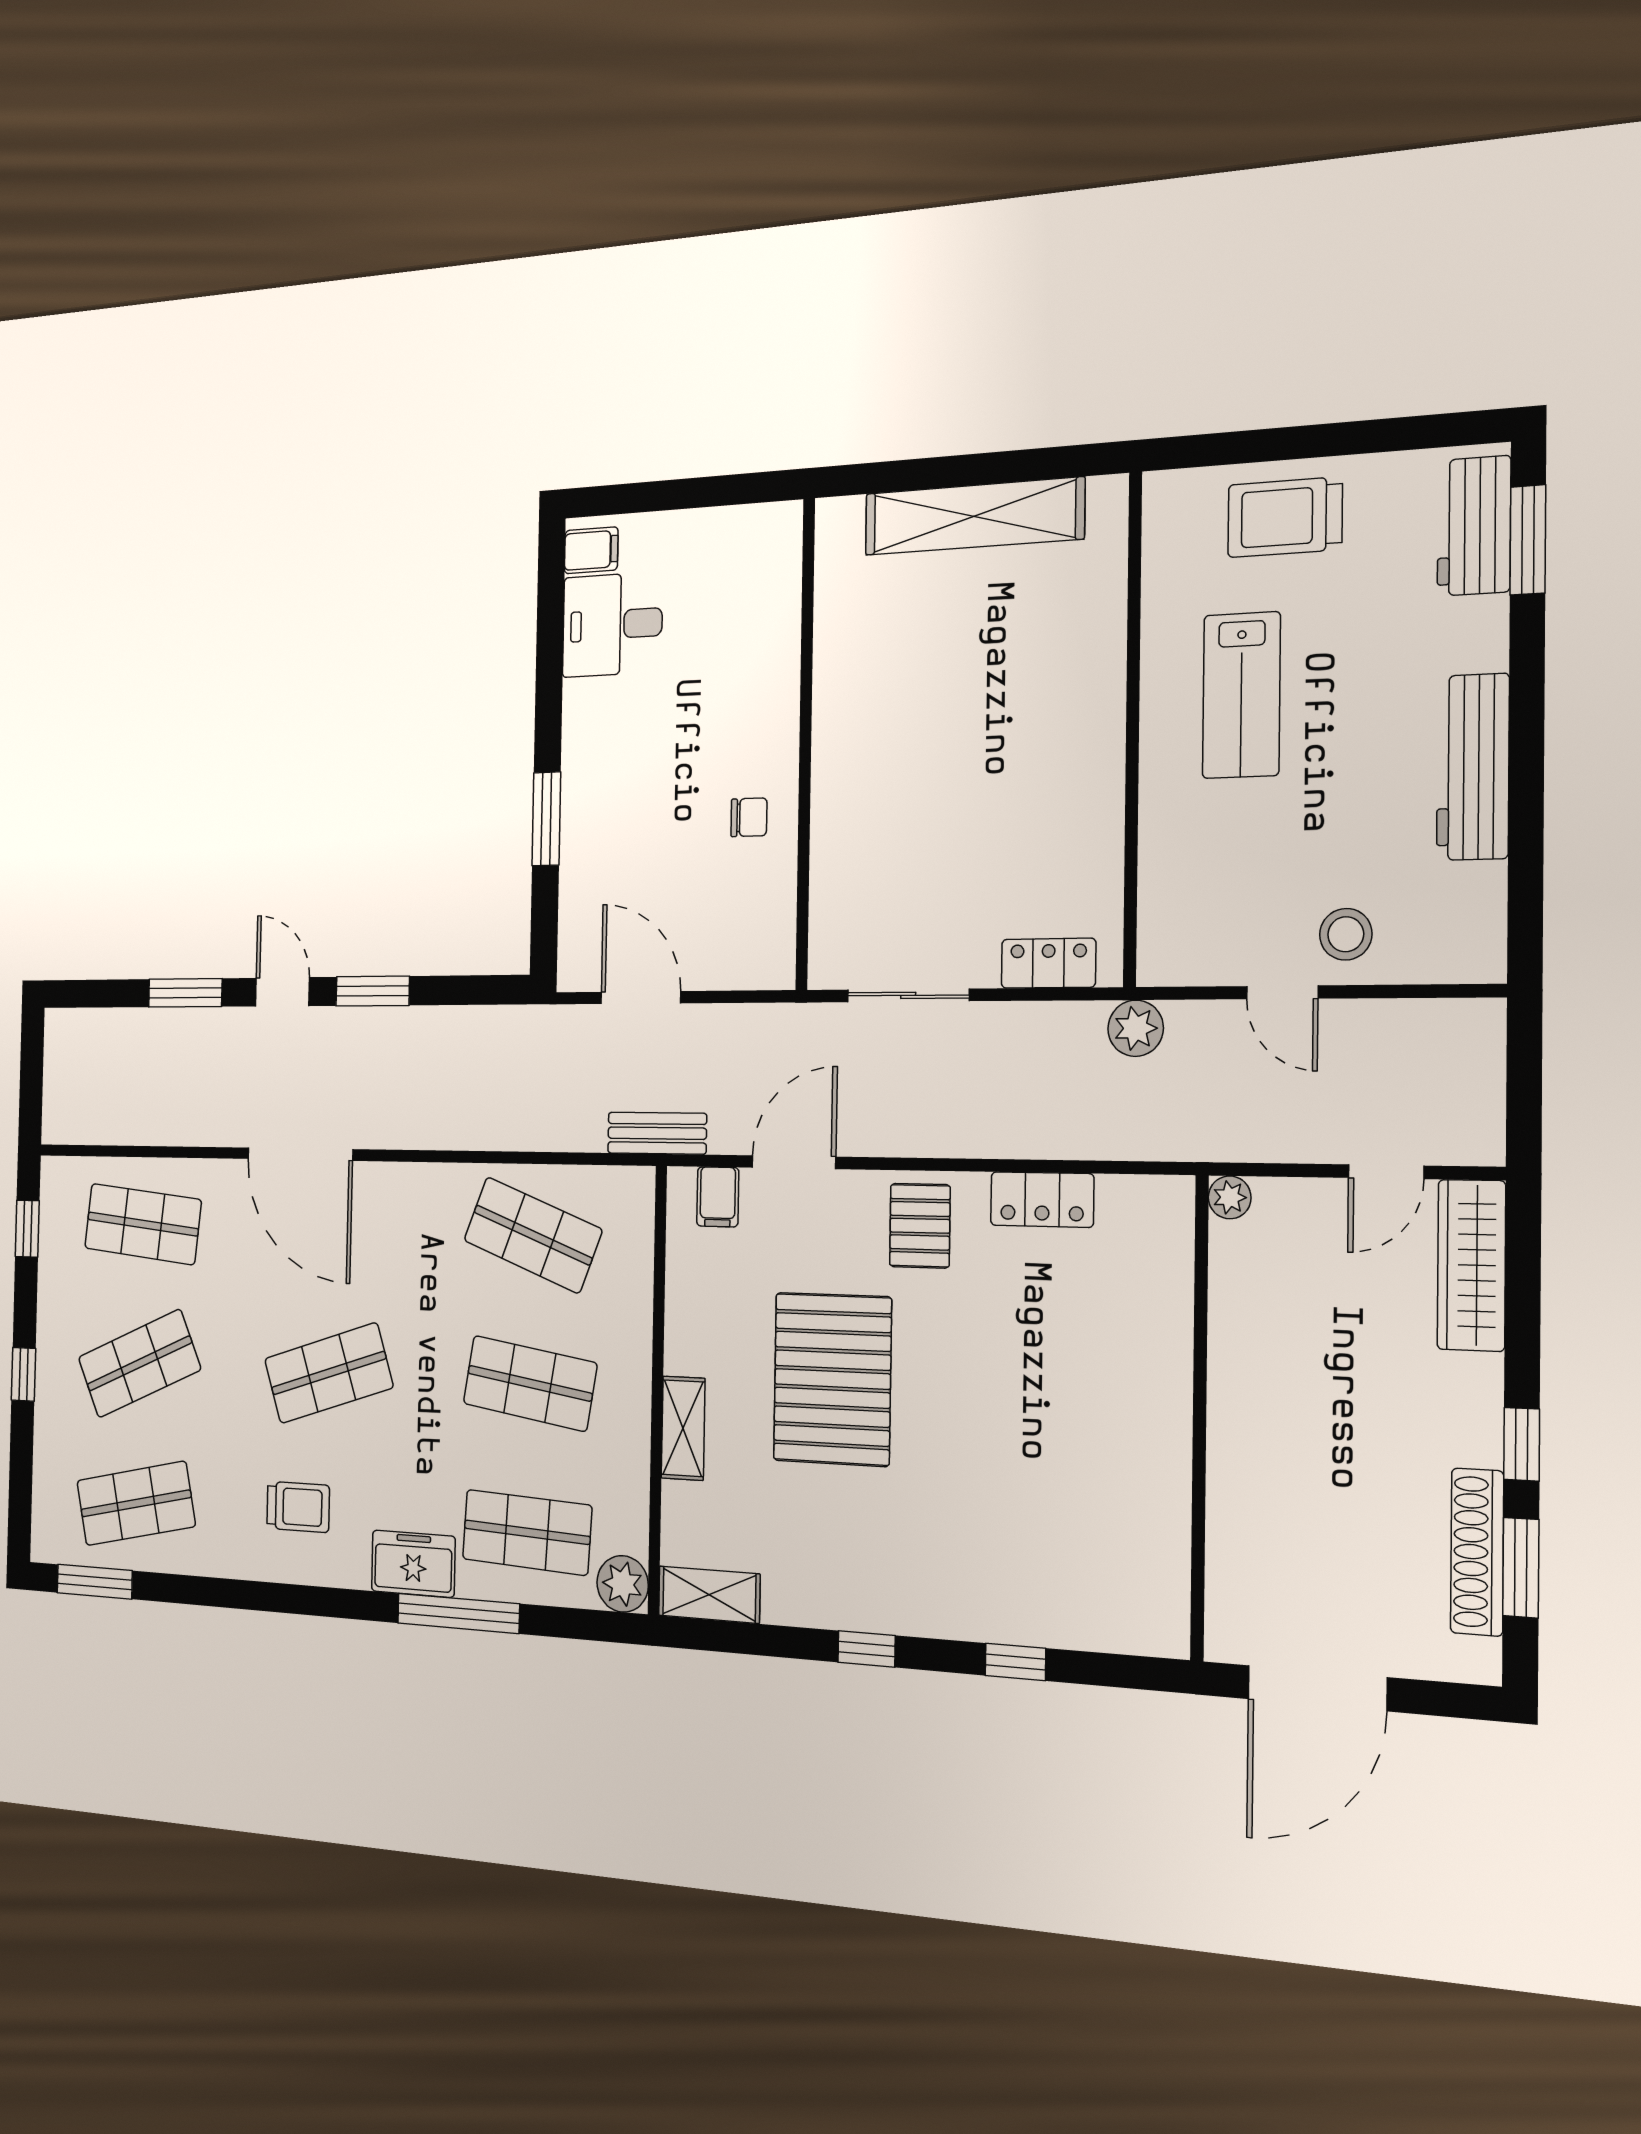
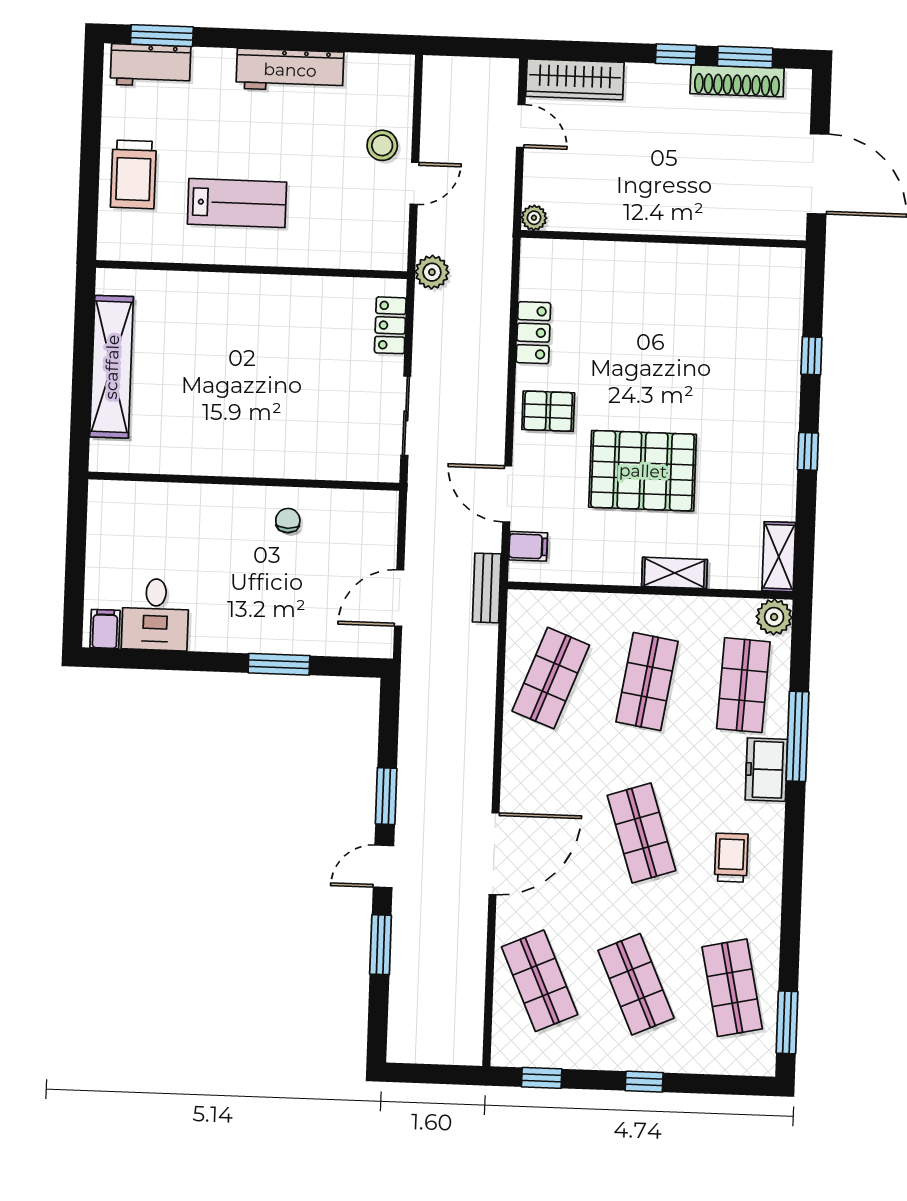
shop shelf: (143, 1224) -> (540, 981), turned -30

